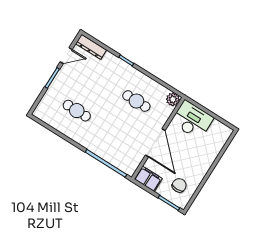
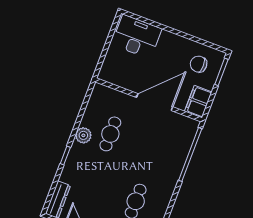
plant: (173, 99) -> (83, 135), moved
desk: (192, 120) -> (137, 37), moved, turned 90

